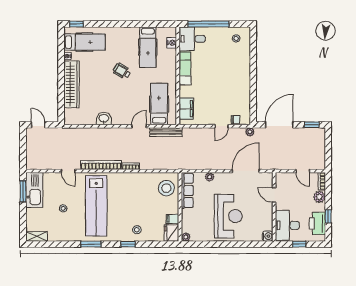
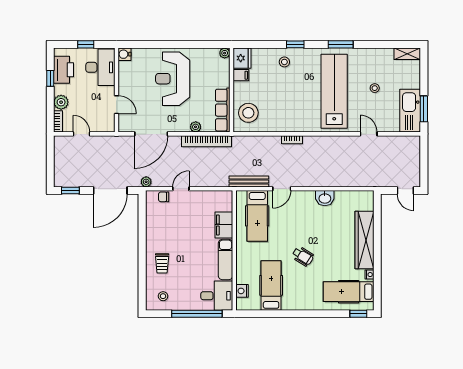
trolley: (237, 65) -> (162, 263), added
filing cabinet: (186, 109) -> (224, 225), moved
bookcase: (101, 165) -> (207, 141), moved

